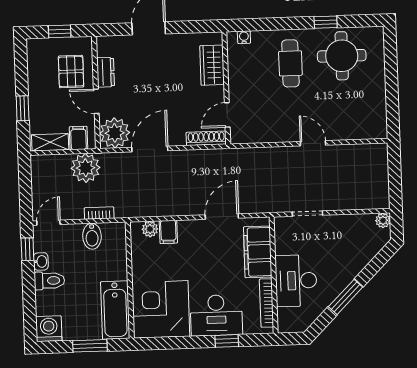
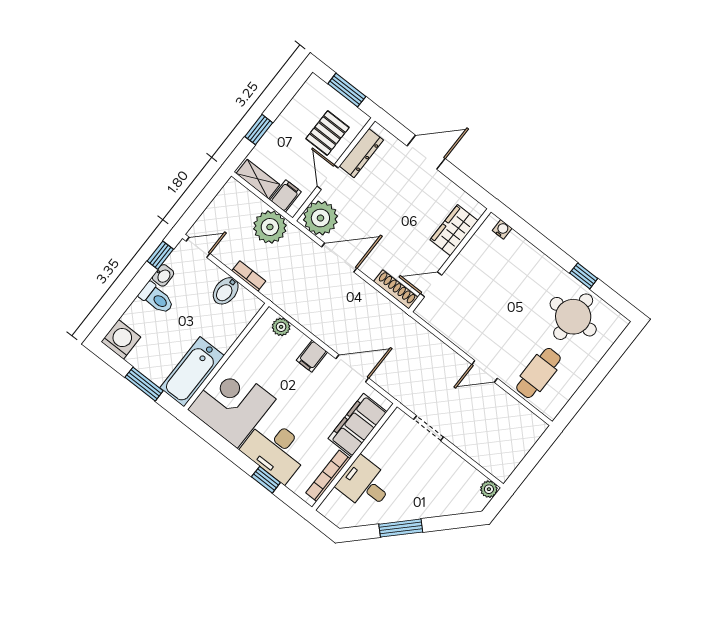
window: (60, 31) -> (347, 90), width x1.50
cafe table: (290, 63) -> (538, 373), moved
dresser: (106, 72) -> (361, 153), width x1.44
door: (313, 143) -> (485, 371), swing flipped
filing cabinet: (168, 232) -> (312, 356), moved
desk: (296, 281) -> (365, 484), width x0.73

